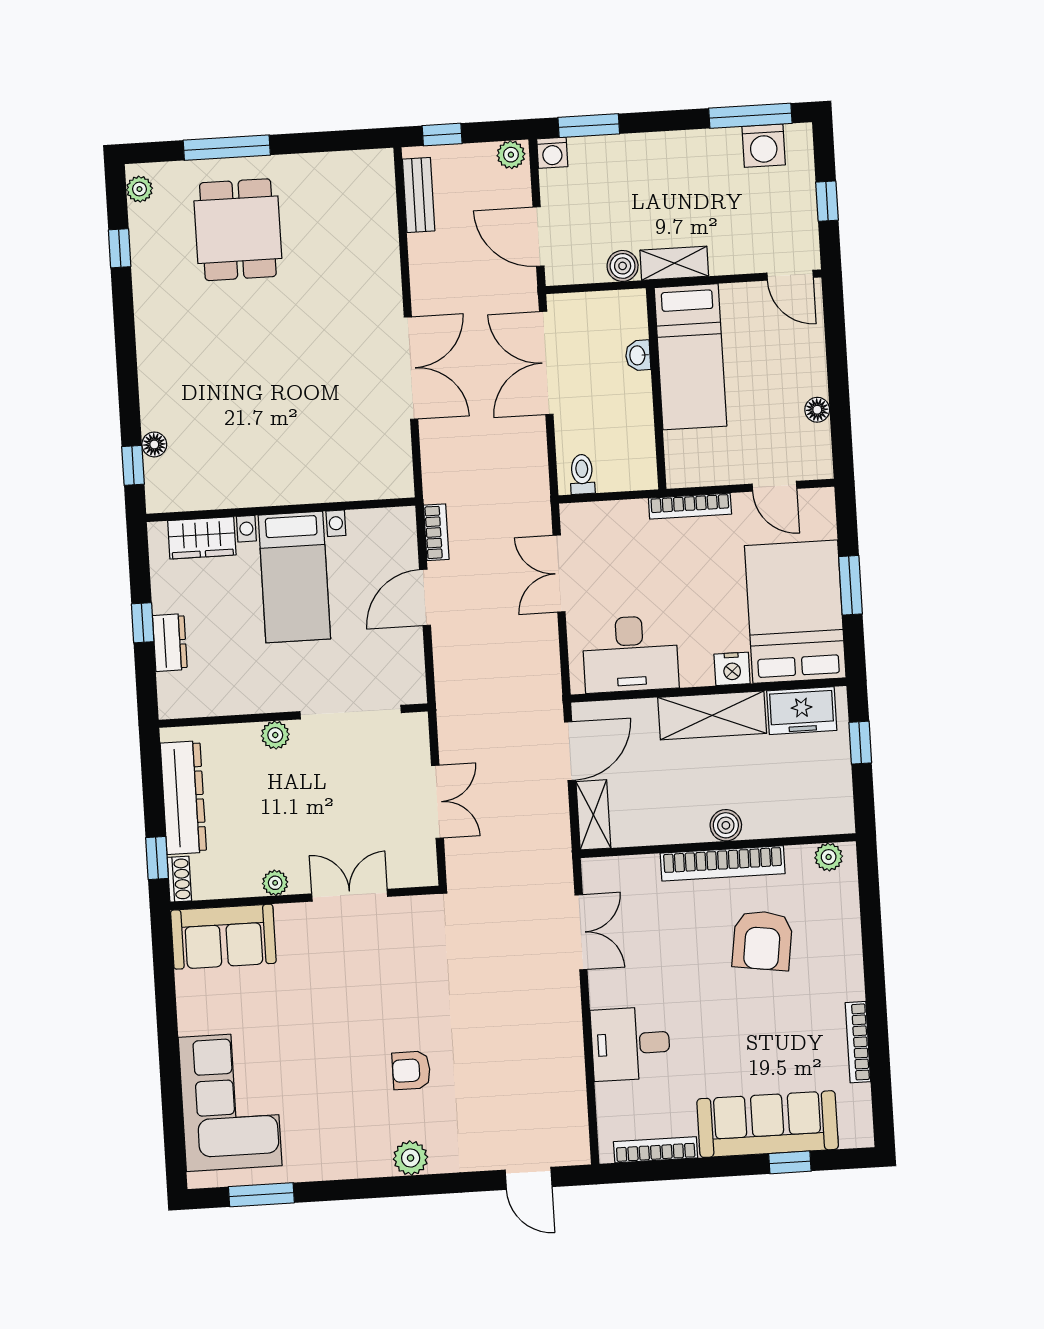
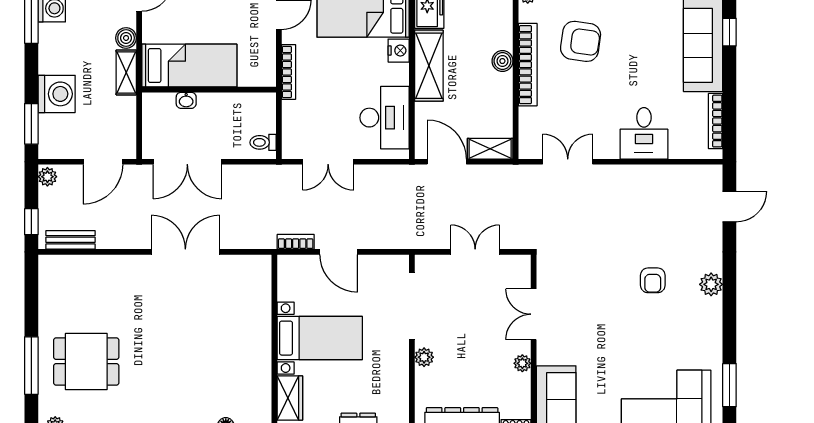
washing machine: (552, 153) -> (57, 94), moved, width x1.89, depth x1.89
boiler: (623, 266) -> (126, 38), moved

